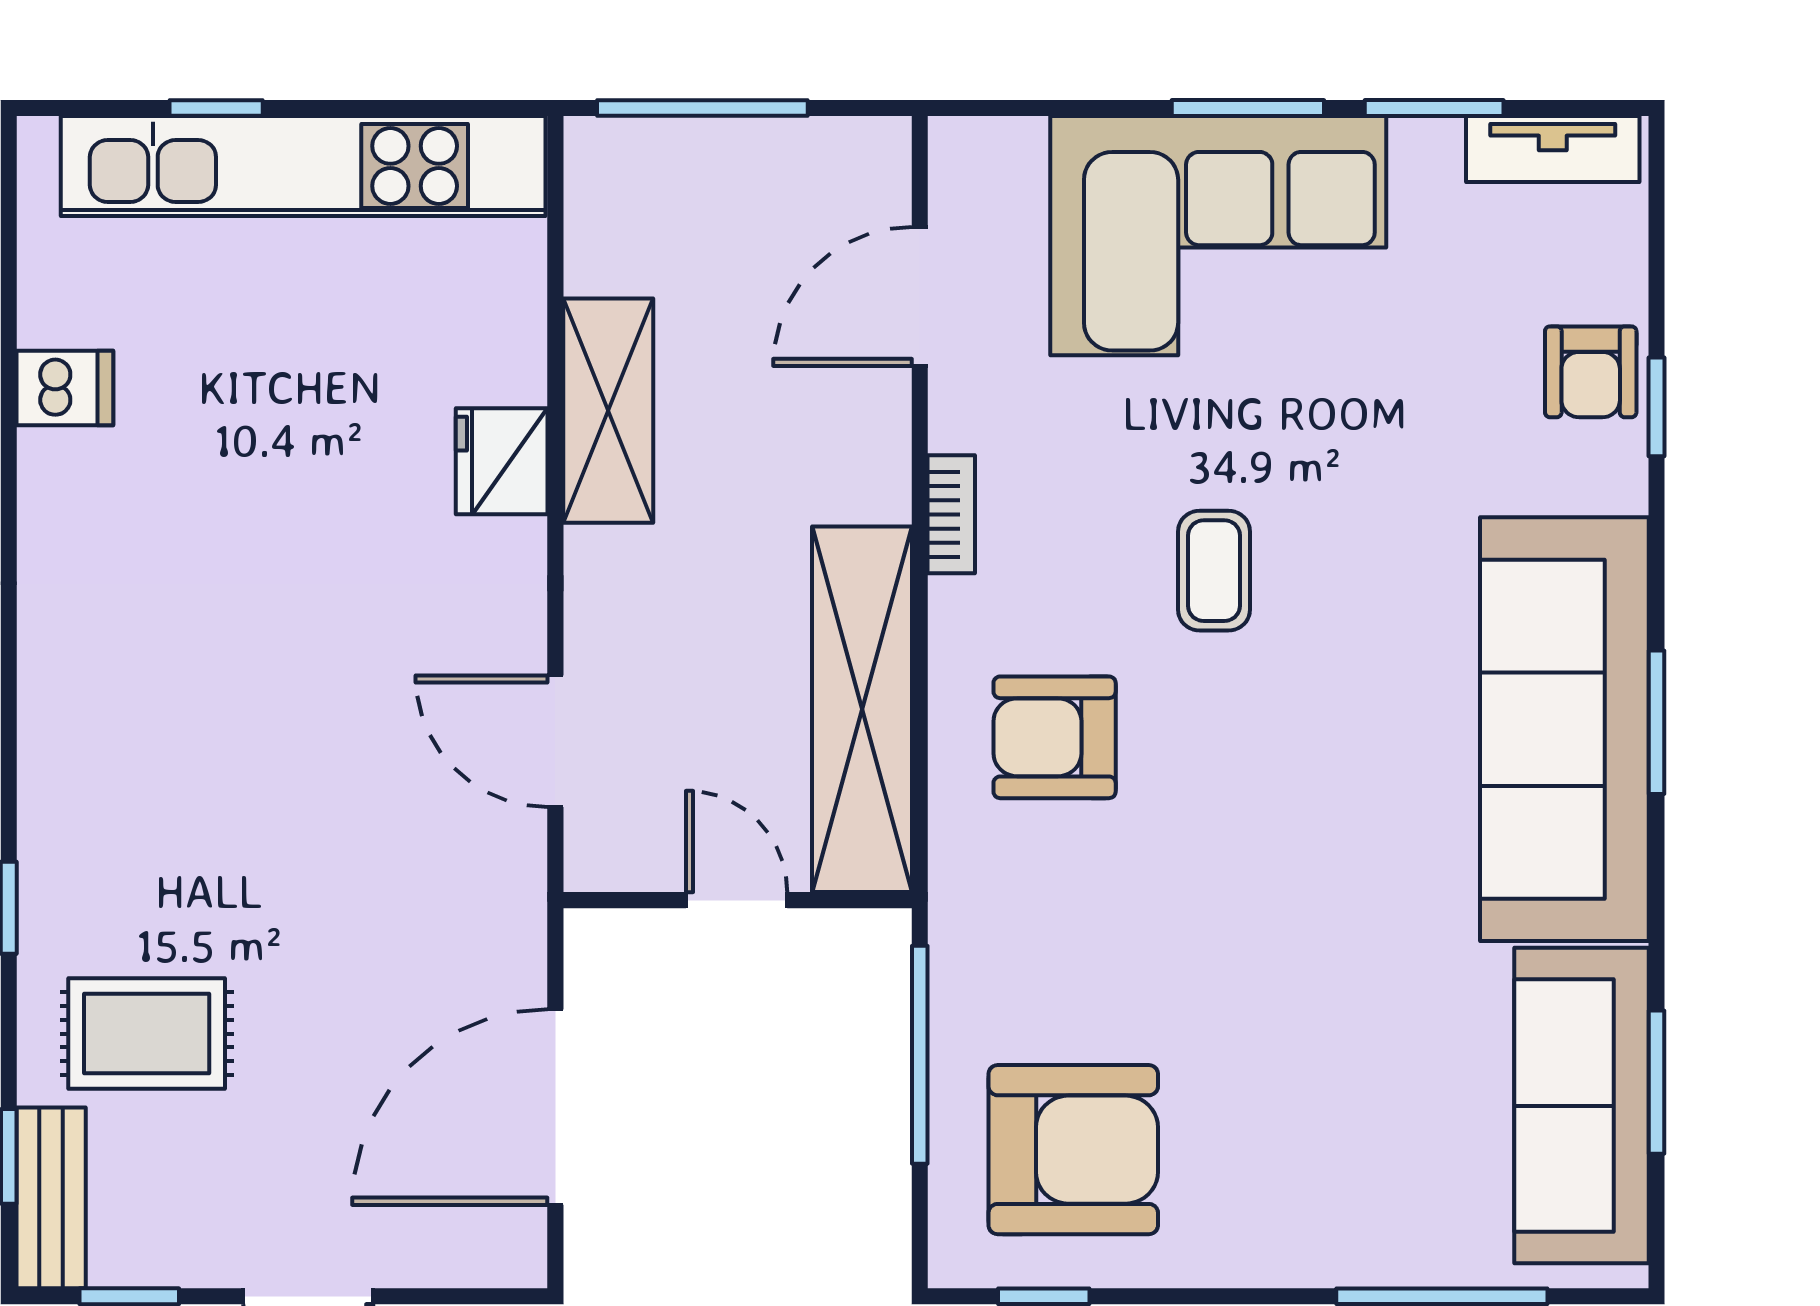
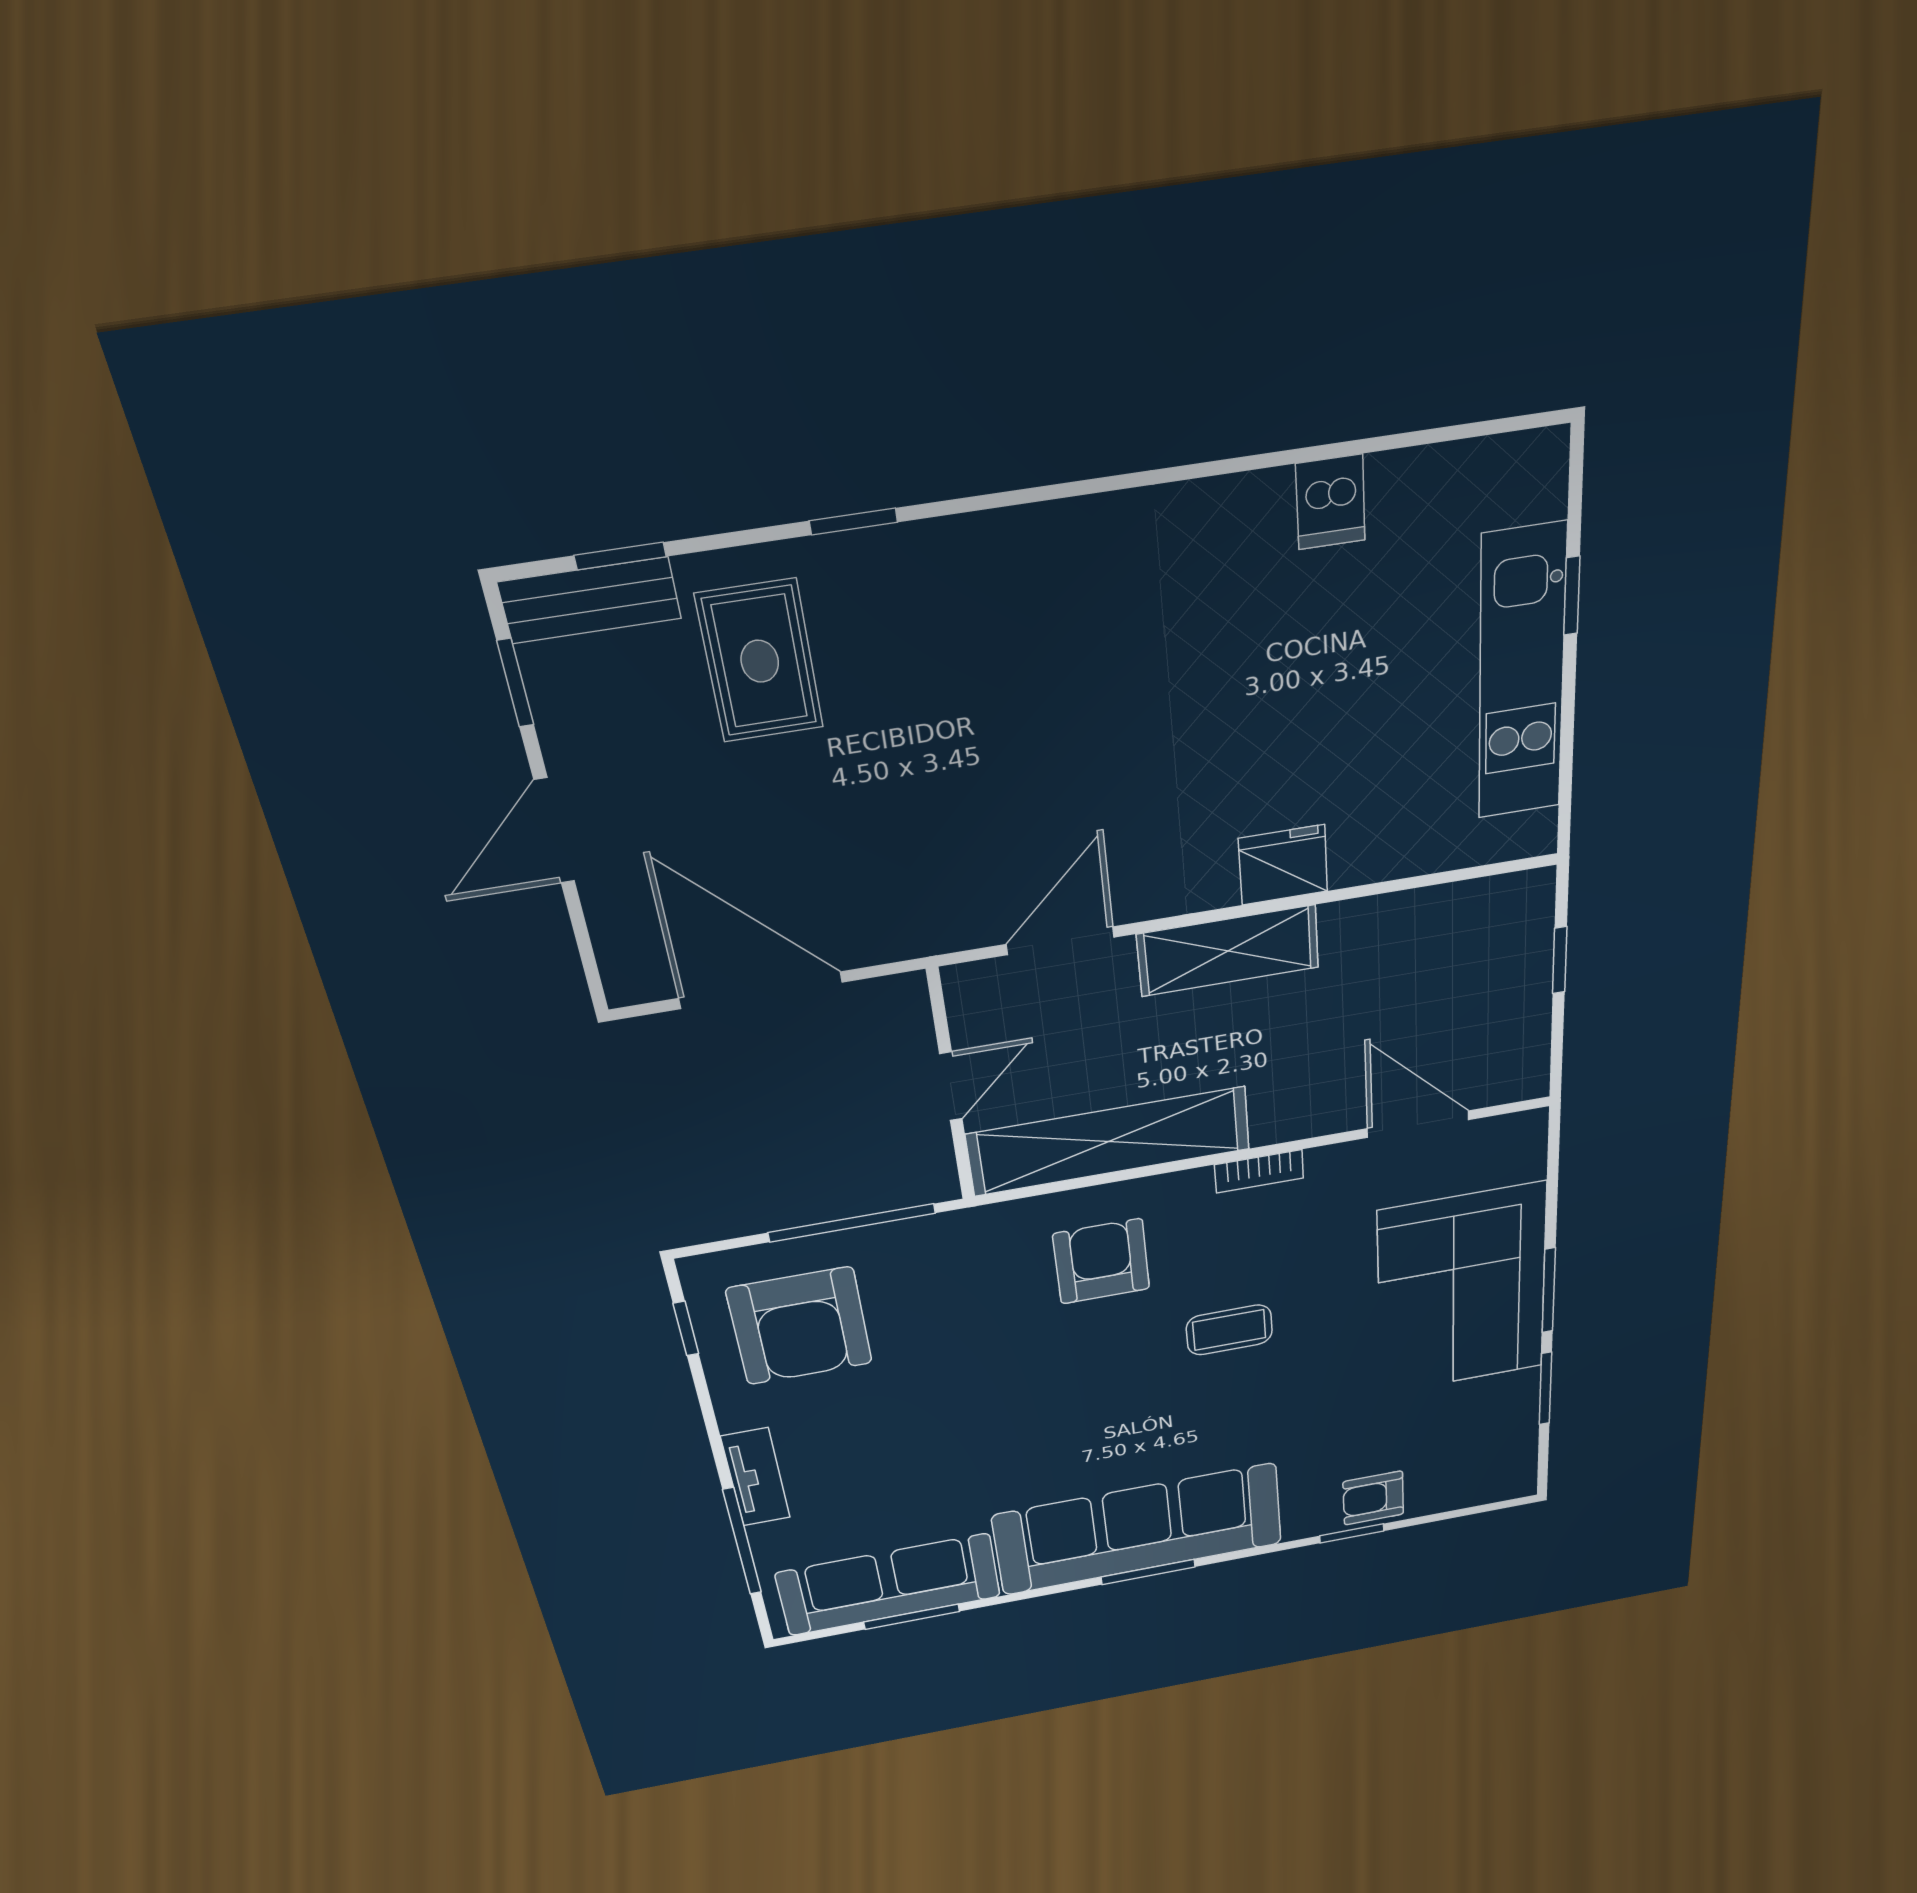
window: (702, 108) -> (1560, 960), width x0.46
tv unit: (1553, 149) -> (756, 1477), moved, turned 180
kitchen unit: (303, 166) -> (1522, 674), width x0.73
shelving: (608, 411) -> (1228, 951), moved

